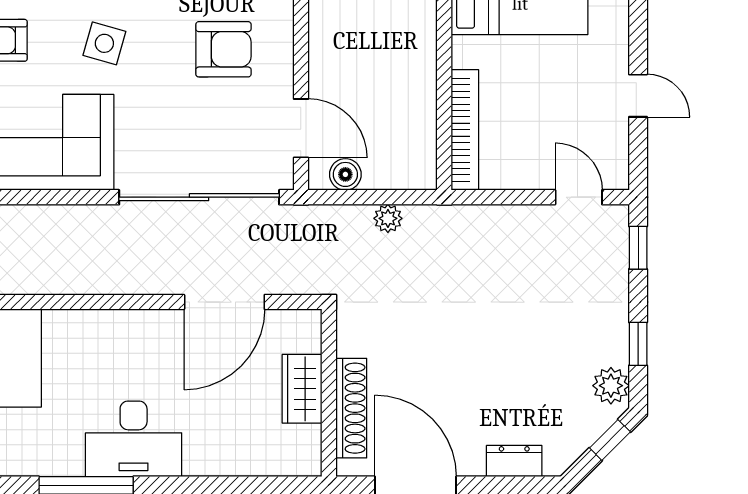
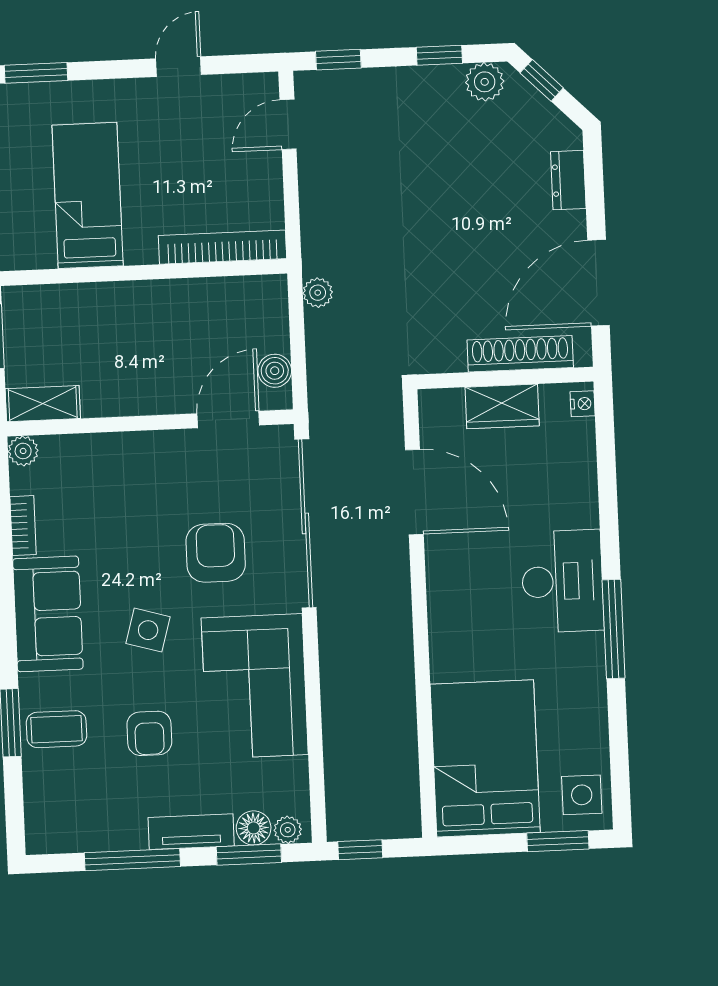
armchair: (223, 49) -> (216, 553), moved
plant: (388, 218) -> (318, 293), moved
nightstand: (301, 465) -> (583, 404), added

